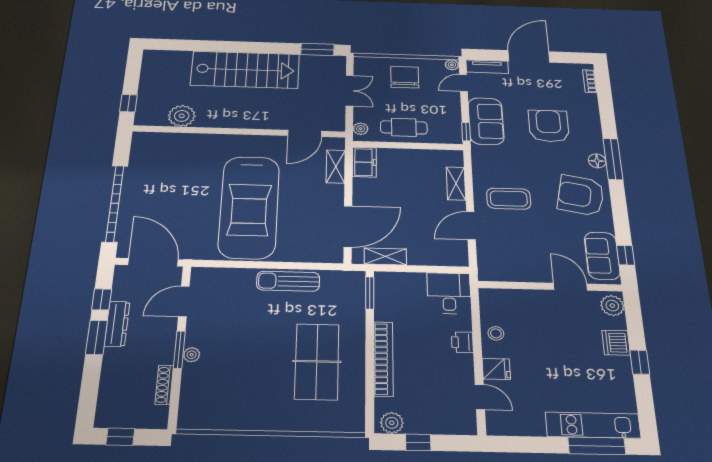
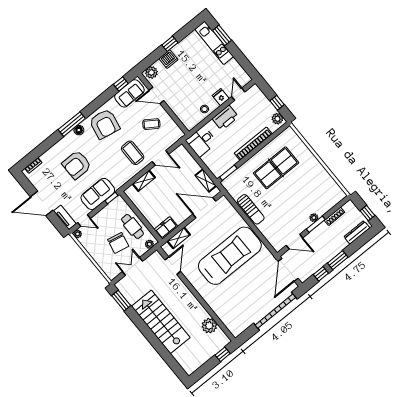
chair: (405, 77) -> (118, 243), moved, turned -78
door: (305, 133) -> (173, 266), hinge flipped
coffee table: (532, 250) -> (151, 124), added
door: (570, 287) -> (156, 95), hinge flipped
dresser: (117, 324) -> (357, 232), moved
printer: (462, 342) -> (225, 118), width x1.87, depth x1.48
window: (597, 446) -> (222, 35), width x0.69

